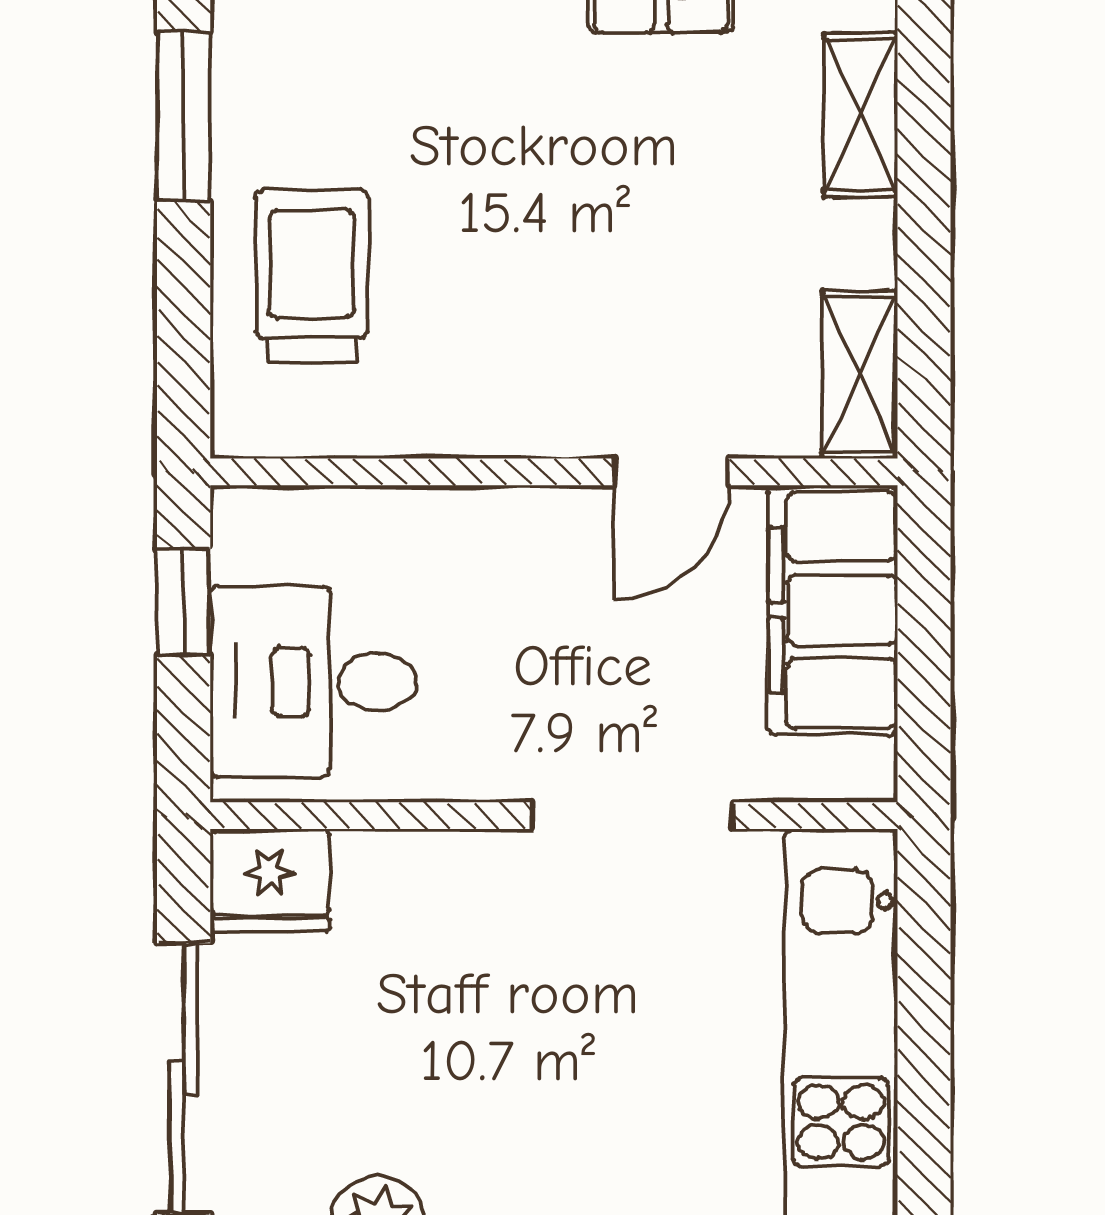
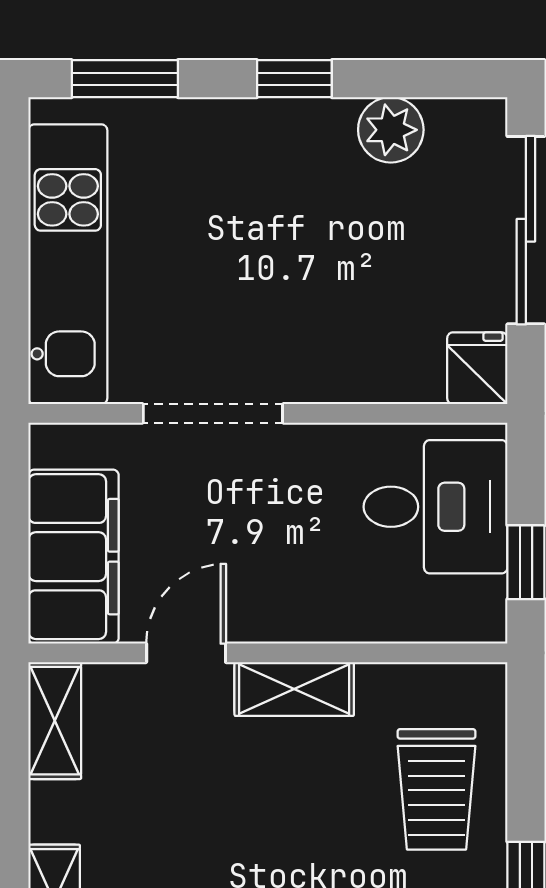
shelving: (516, 420) -> (294, 689), added
fridge: (270, 880) -> (477, 368), width x0.72

